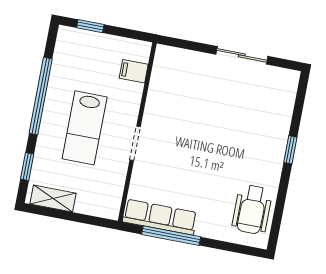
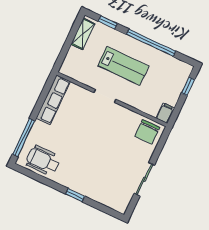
chair: (172, 69) -> (147, 132), added
filing cabinet: (134, 71) -> (165, 113), moved
lab bench: (85, 128) -> (123, 66), turned 180
window: (171, 236) -> (24, 138), moved

